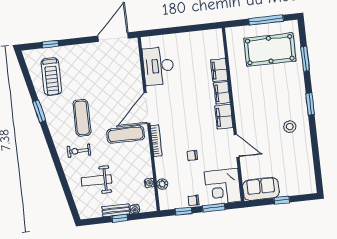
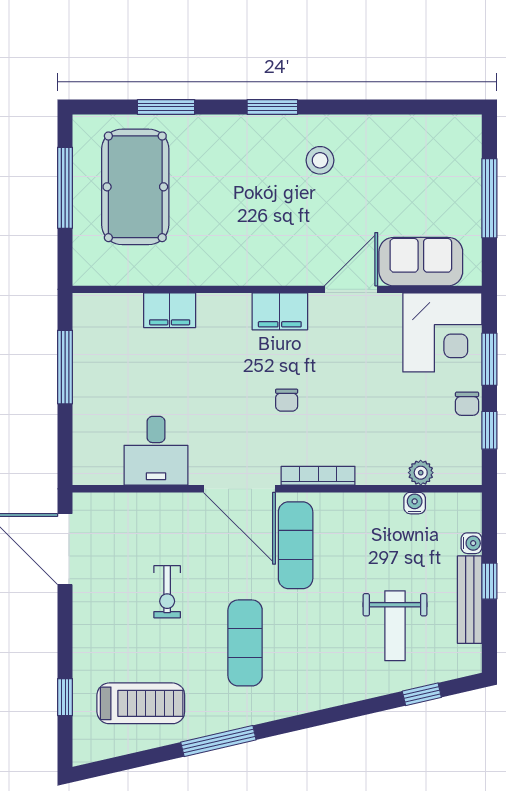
window: (190, 28) -> (65, 367), added
desk: (158, 66) -> (156, 451), width x0.73
filing cabinet: (222, 93) -> (223, 310), removed
window: (39, 111) -> (218, 741), width x1.44
exercise mat: (82, 118) -> (245, 643), turned 90
exercise bike: (79, 151) -> (167, 592), moved
chair: (192, 155) -> (287, 400), moved
sofa: (261, 189) -> (421, 262), moved, turned 90
window: (69, 195) -> (422, 694), added
window: (282, 200) -> (489, 198), width x2.17
bench: (116, 210) -> (470, 600), width x1.36

